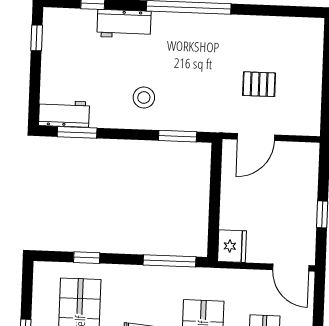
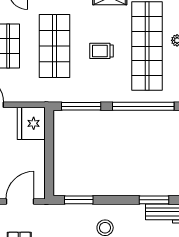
fridge: (232, 246) -> (31, 123), width x1.36, depth x1.34
window: (87, 258) -> (143, 106), width x3.17

